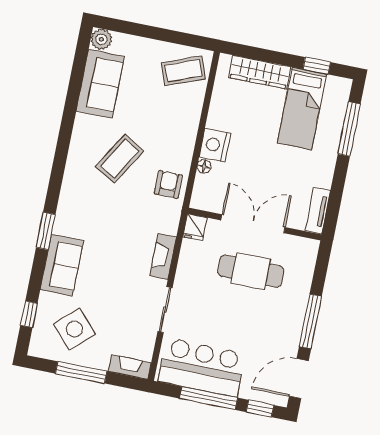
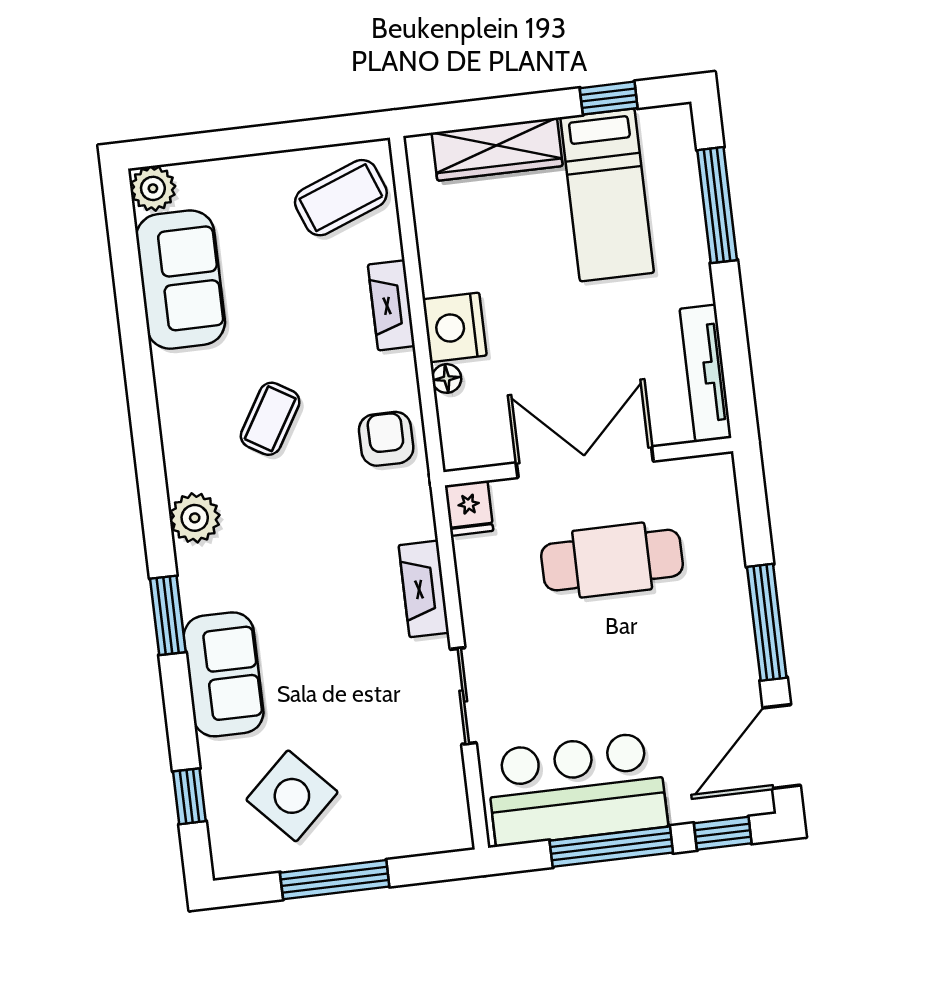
coffee table: (120, 159) -> (270, 419), width x0.73, depth x0.77
plant: (72, 192) -> (195, 518), added
tv unit: (318, 211) -> (706, 373), width x1.41
fireplace: (130, 367) -> (391, 305), moved, turned -90

